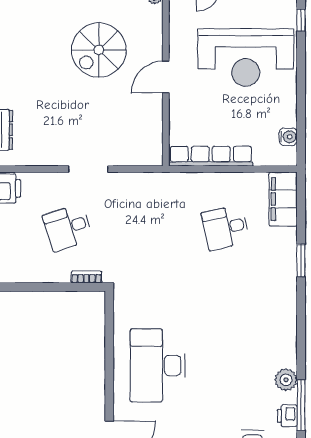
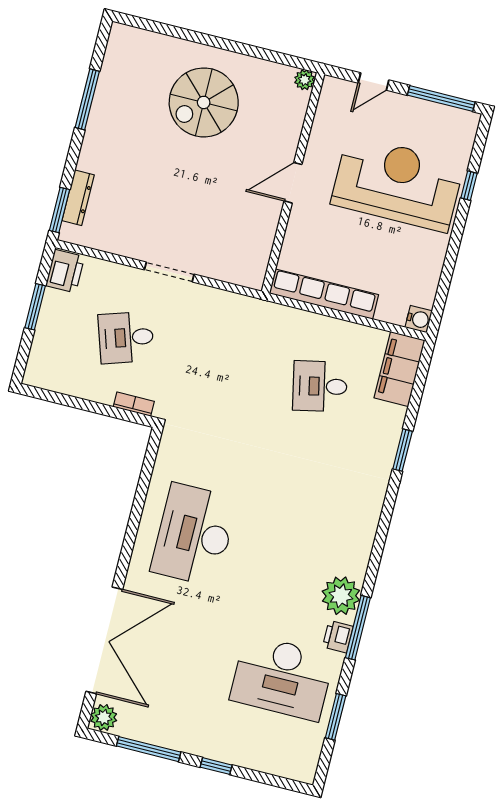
window: (301, 20) -> (469, 186), moved
spiral stairs: (99, 50) -> (204, 102), moved
reception desk: (246, 57) -> (397, 183), turned 180
water cooler: (288, 137) -> (419, 319), moved
plant: (286, 380) -> (341, 596), width x1.36, depth x1.36

